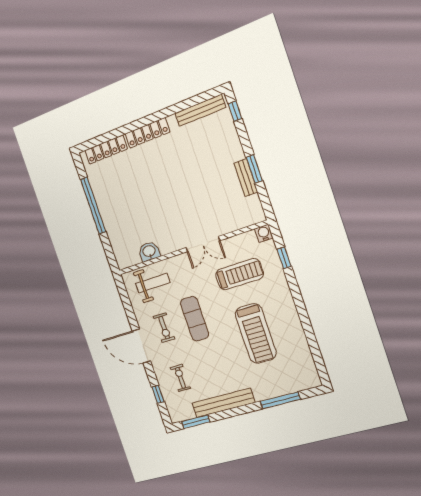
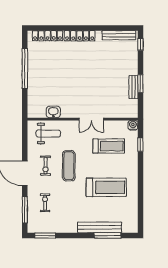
treadmill: (256, 333) -> (106, 187), turned -90
window: (158, 394) -> (25, 210), width x2.17
bench: (223, 403) -> (100, 227), moved

